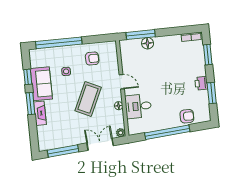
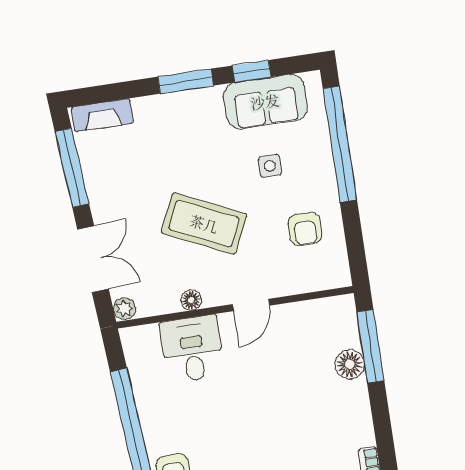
sofa: (41, 84) -> (265, 102), moved
fireplace: (40, 113) -> (102, 115), moved

